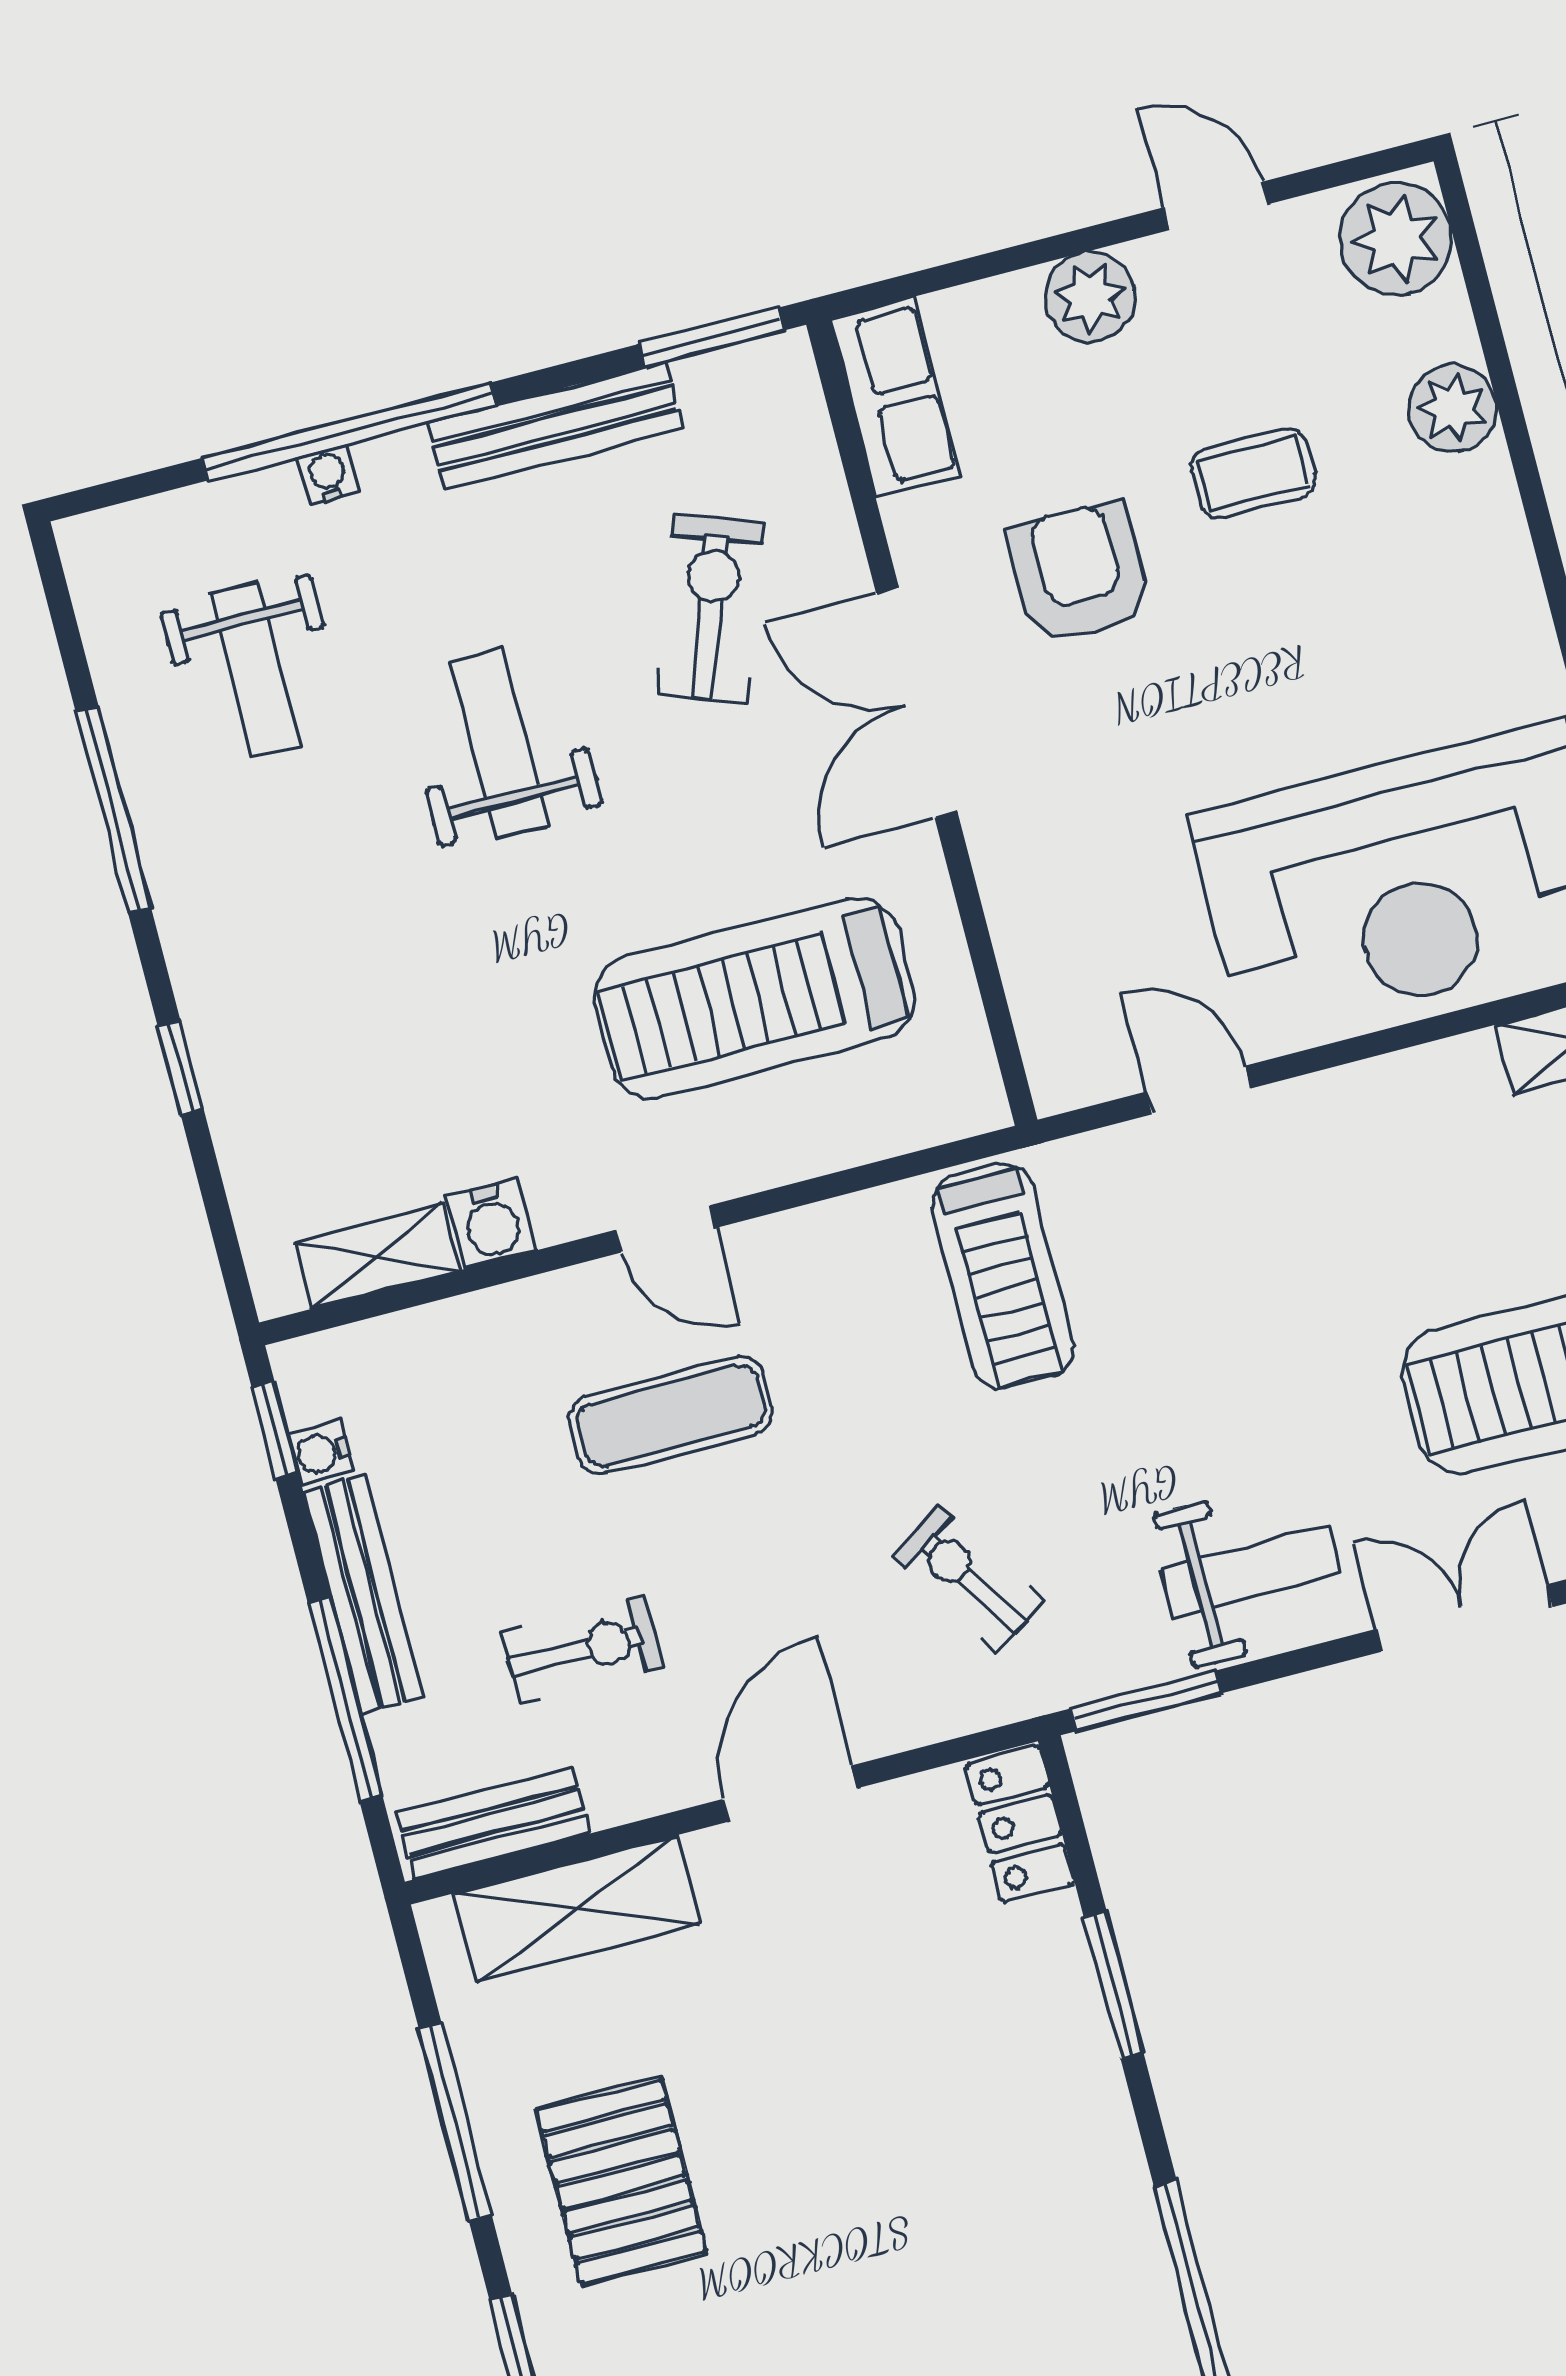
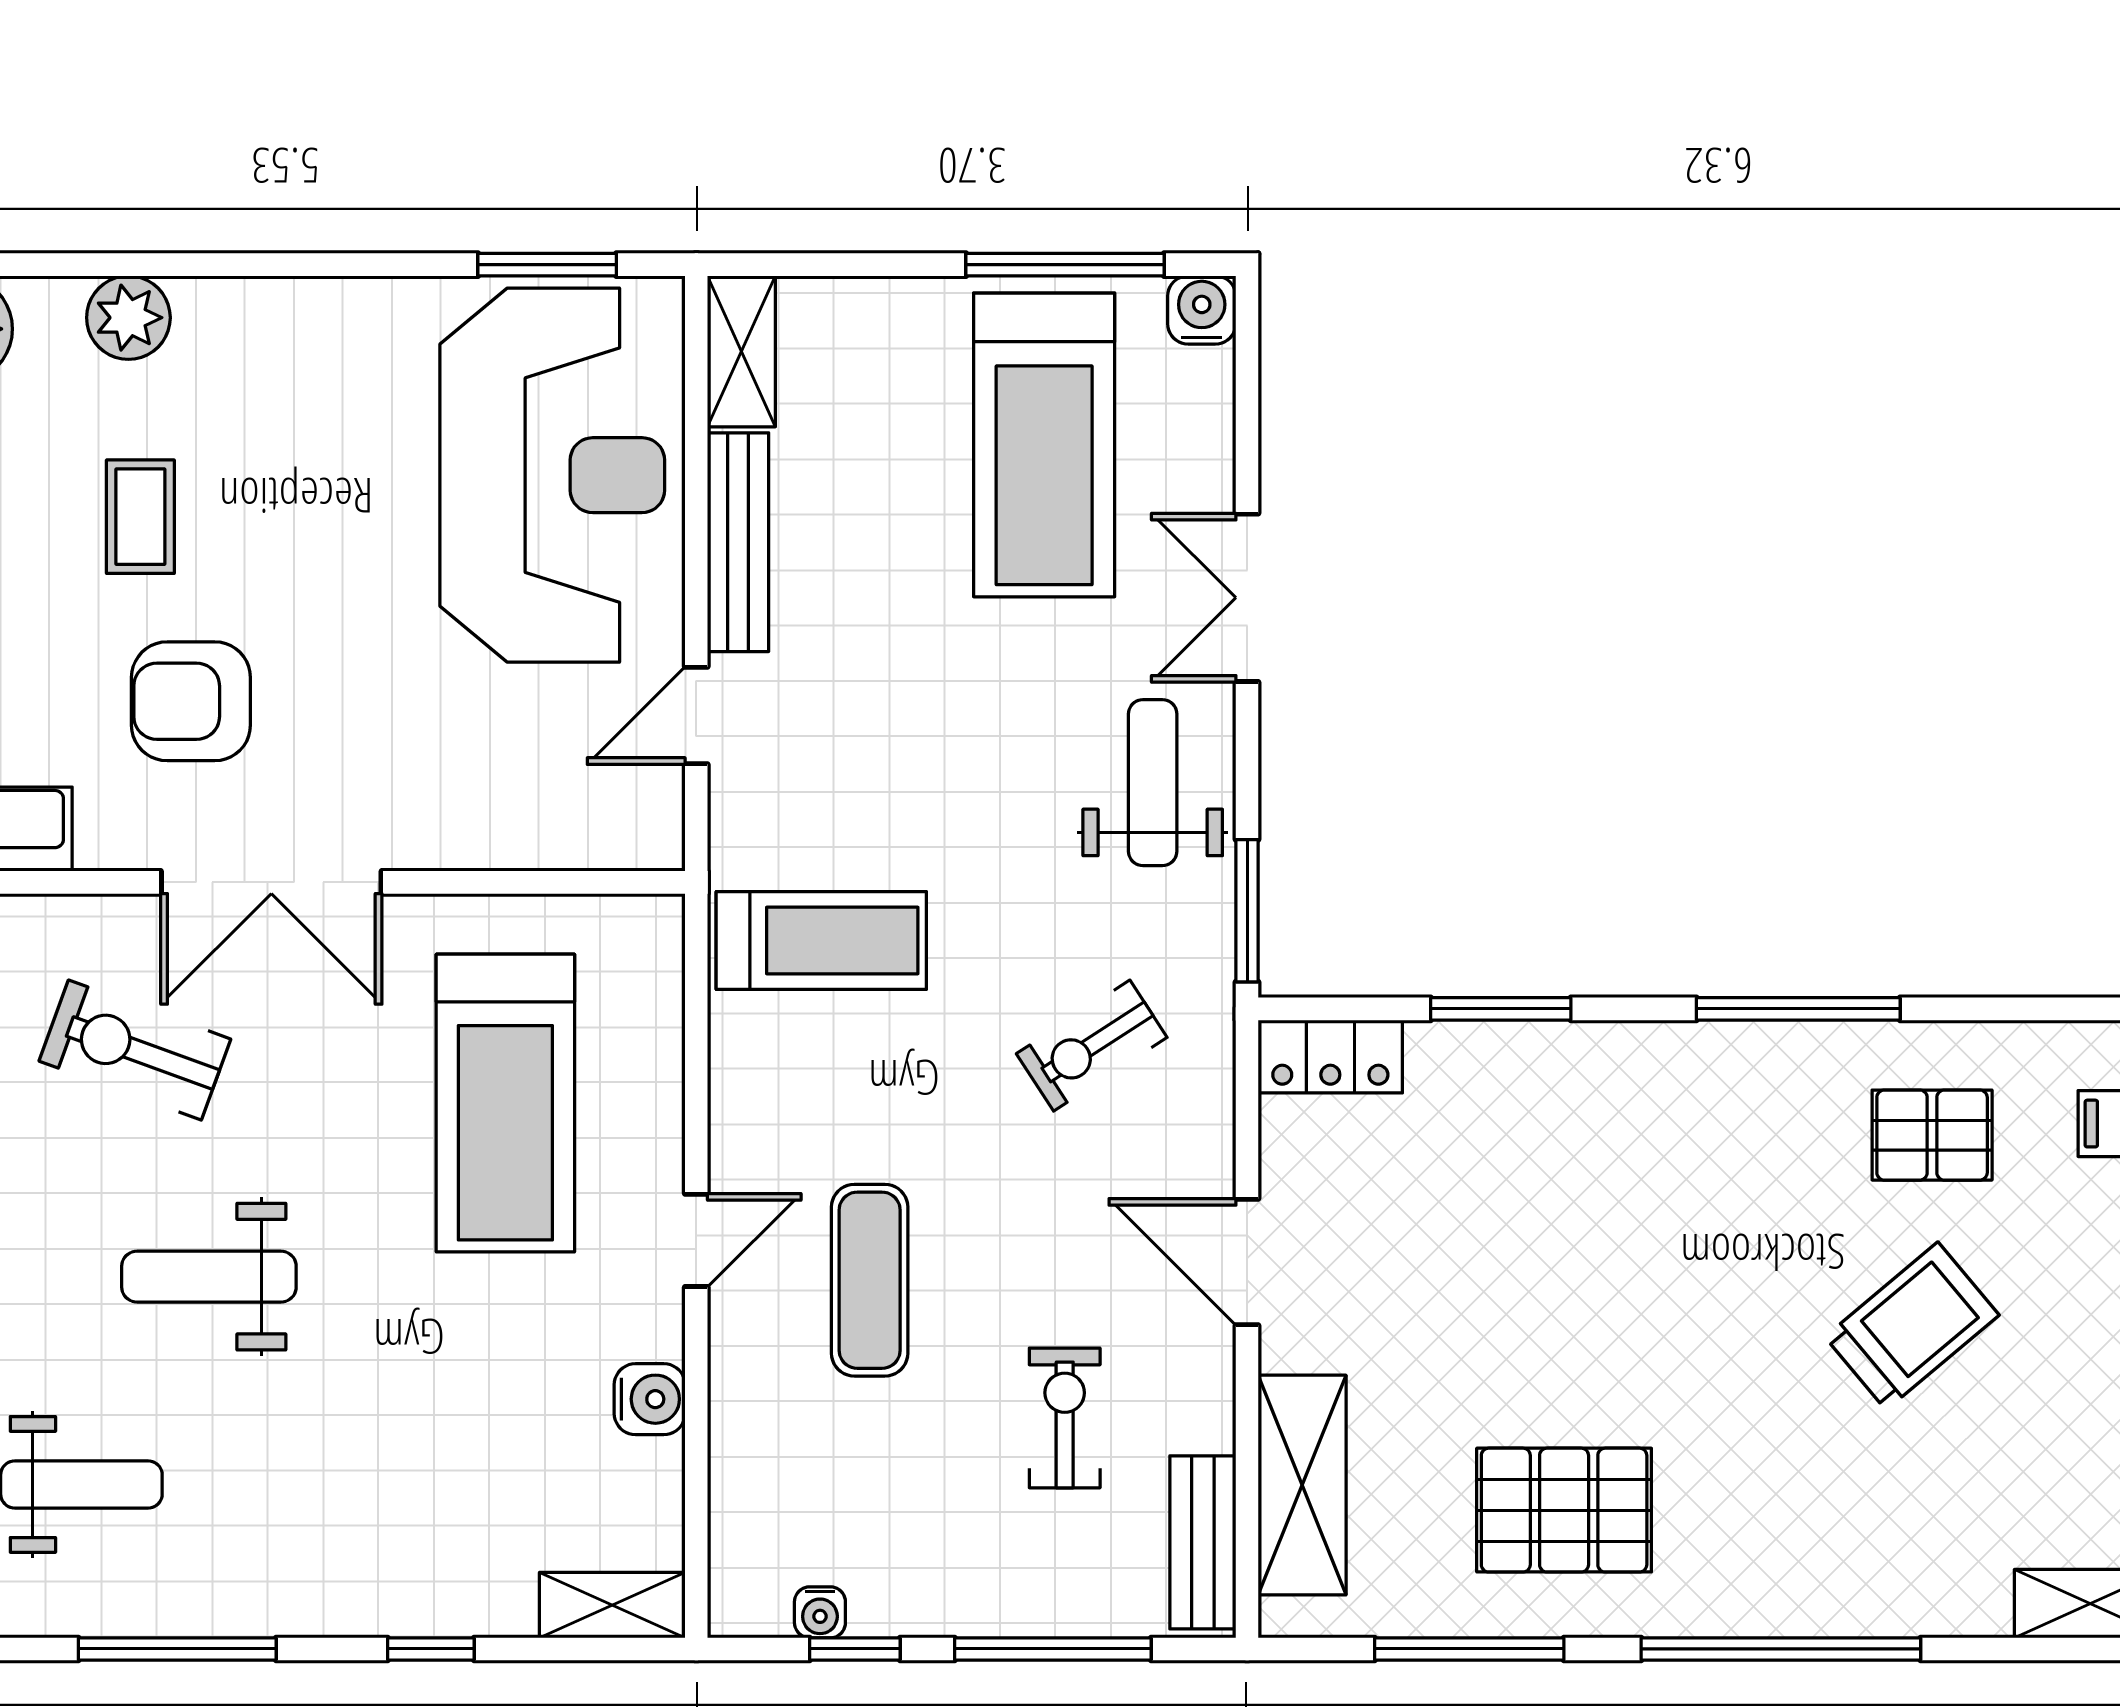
shelving: (377, 1256) -> (612, 1605), moved, turned 90
window: (275, 1430) -> (855, 1649), moved
bench: (363, 1594) -> (738, 542), moved, turned 90

